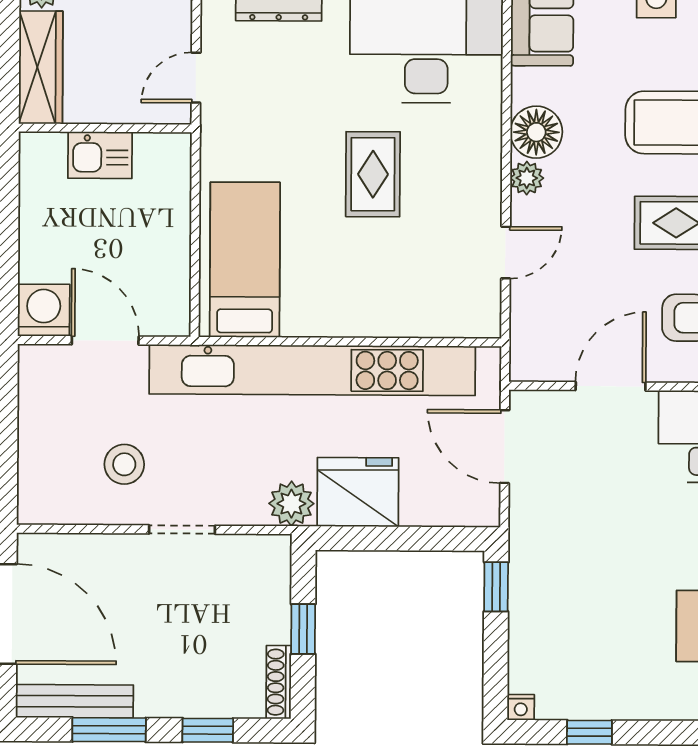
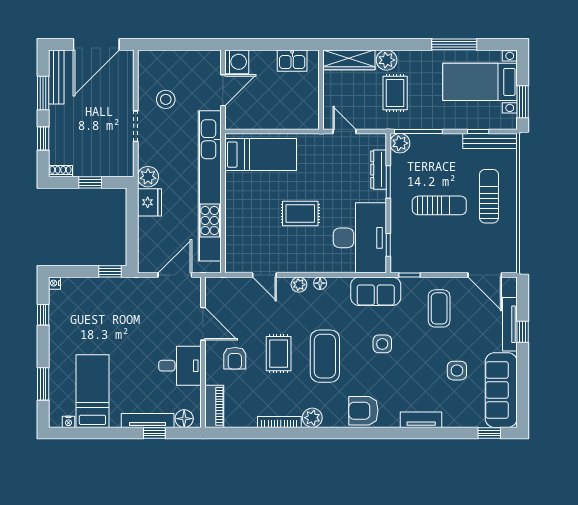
floor lamp: (536, 132) -> (320, 283), width x0.53, depth x0.53
kitchen sink: (100, 155) -> (292, 61), moved, turned -90
fridge: (358, 492) -> (149, 202), width x0.73, depth x0.75
shoe rack: (279, 682) -> (60, 171), width x0.70

